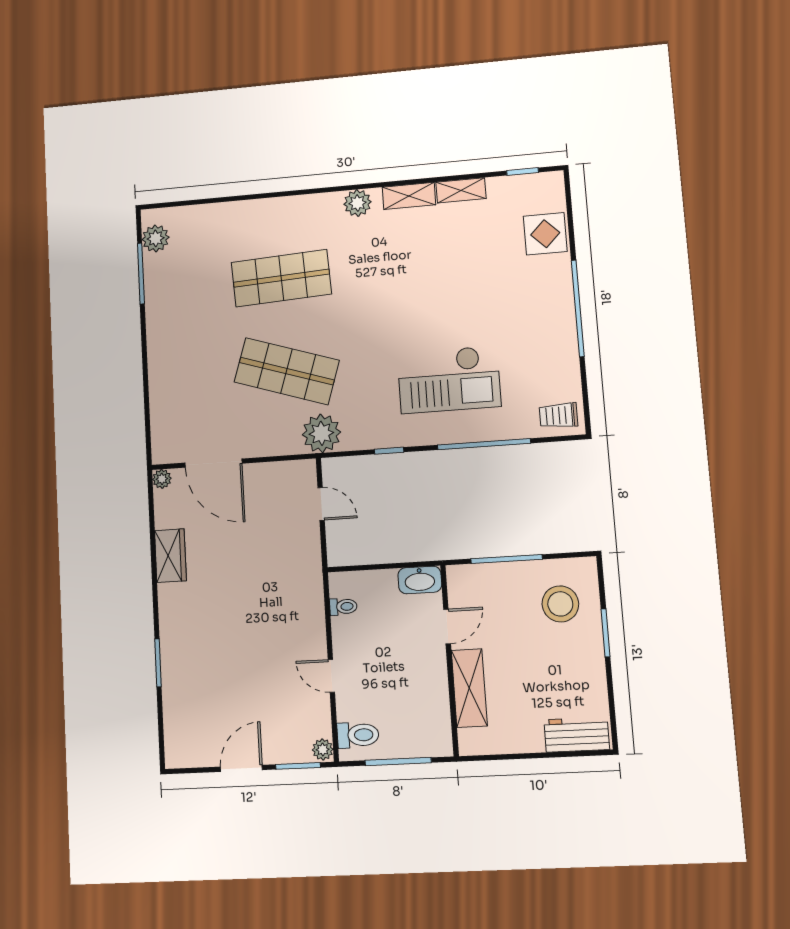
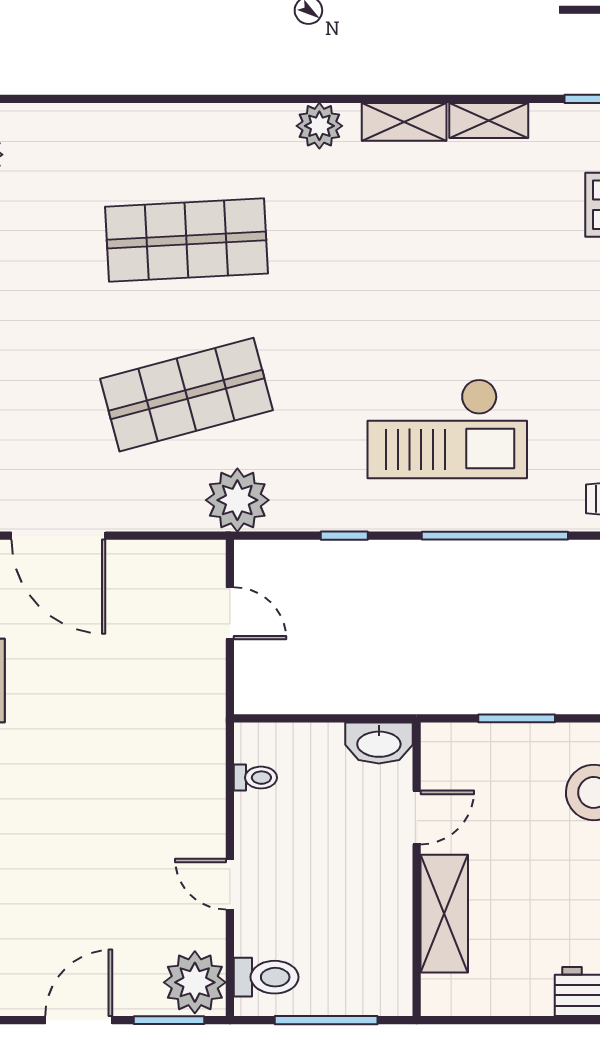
shop shelf: (287, 371) -> (187, 395), turned -33
window: (507, 559) -> (517, 718), width x0.69
plant: (323, 750) -> (195, 982), width x1.87, depth x1.87

